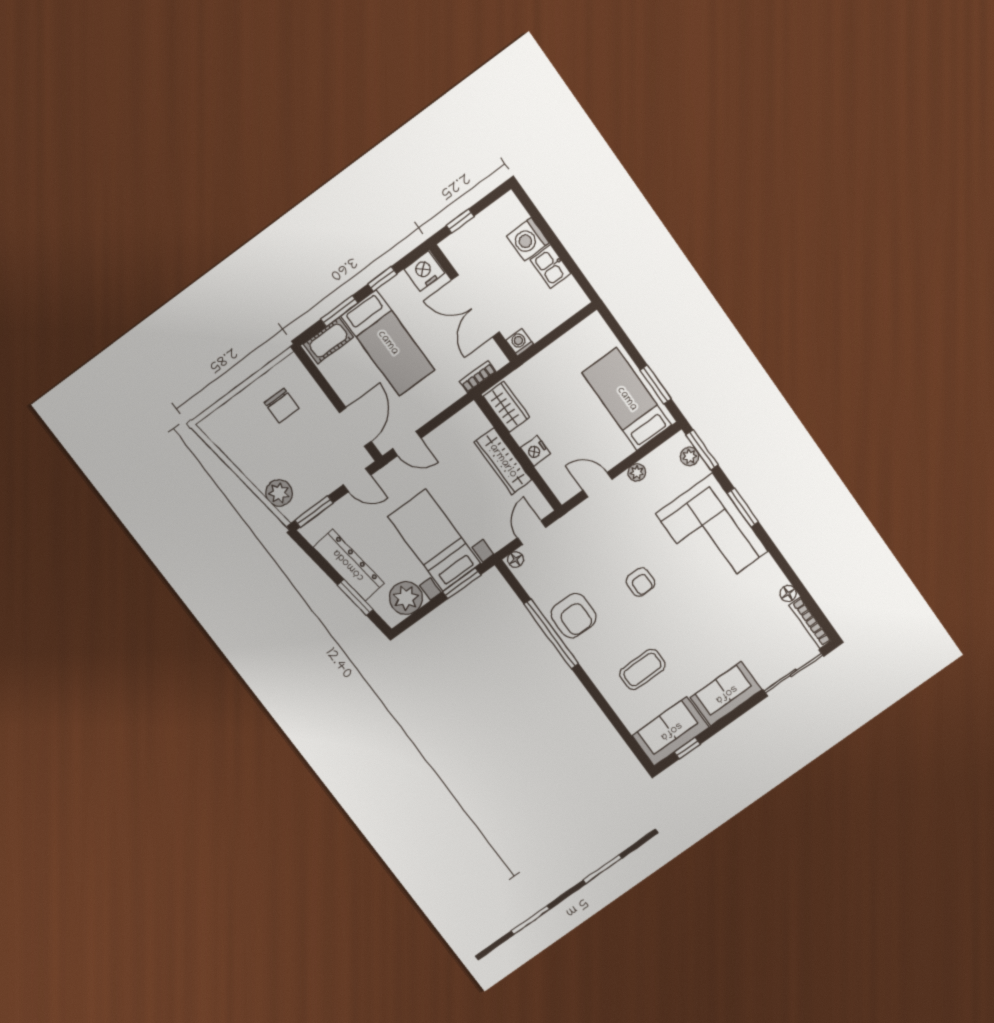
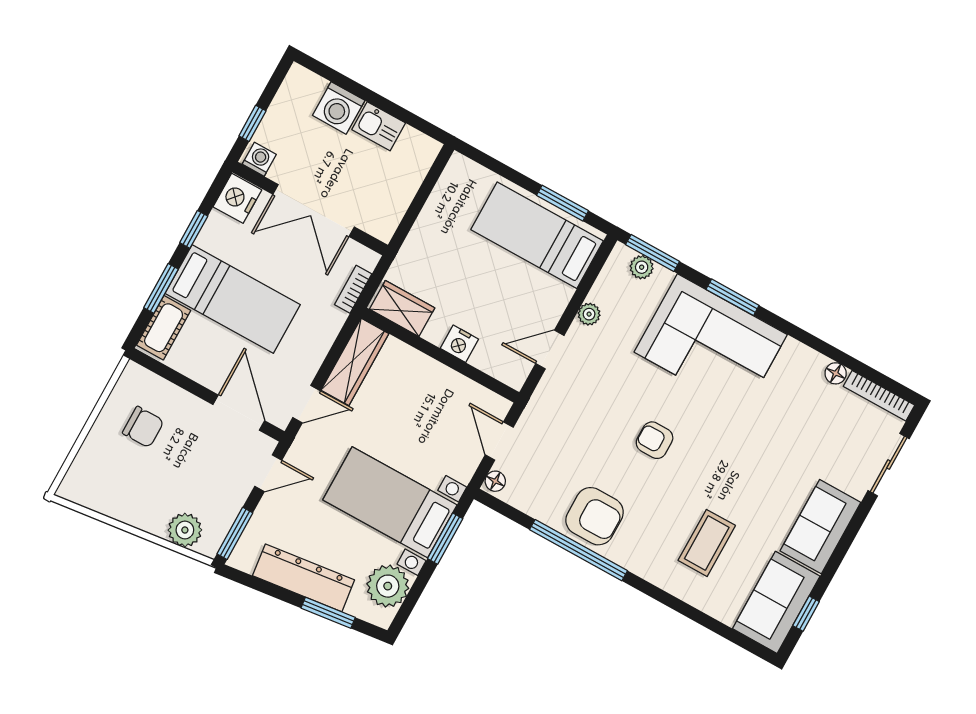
washing machine: (520, 342) -> (259, 159), moved, turned 90
wardrobe: (503, 461) -> (355, 362), moved, turned -90
armchair: (640, 582) -> (655, 440), turned 180
sliding door: (793, 673) -> (889, 465), width x0.73

